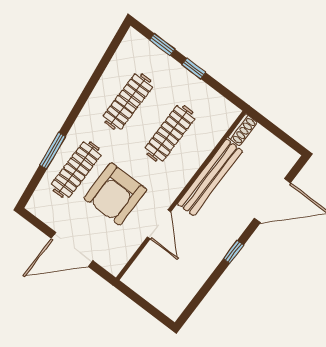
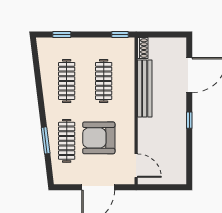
window: (194, 69) -> (120, 35), moved
armchair: (115, 194) -> (99, 138), turned 90
door: (159, 224) -> (136, 166), moved

